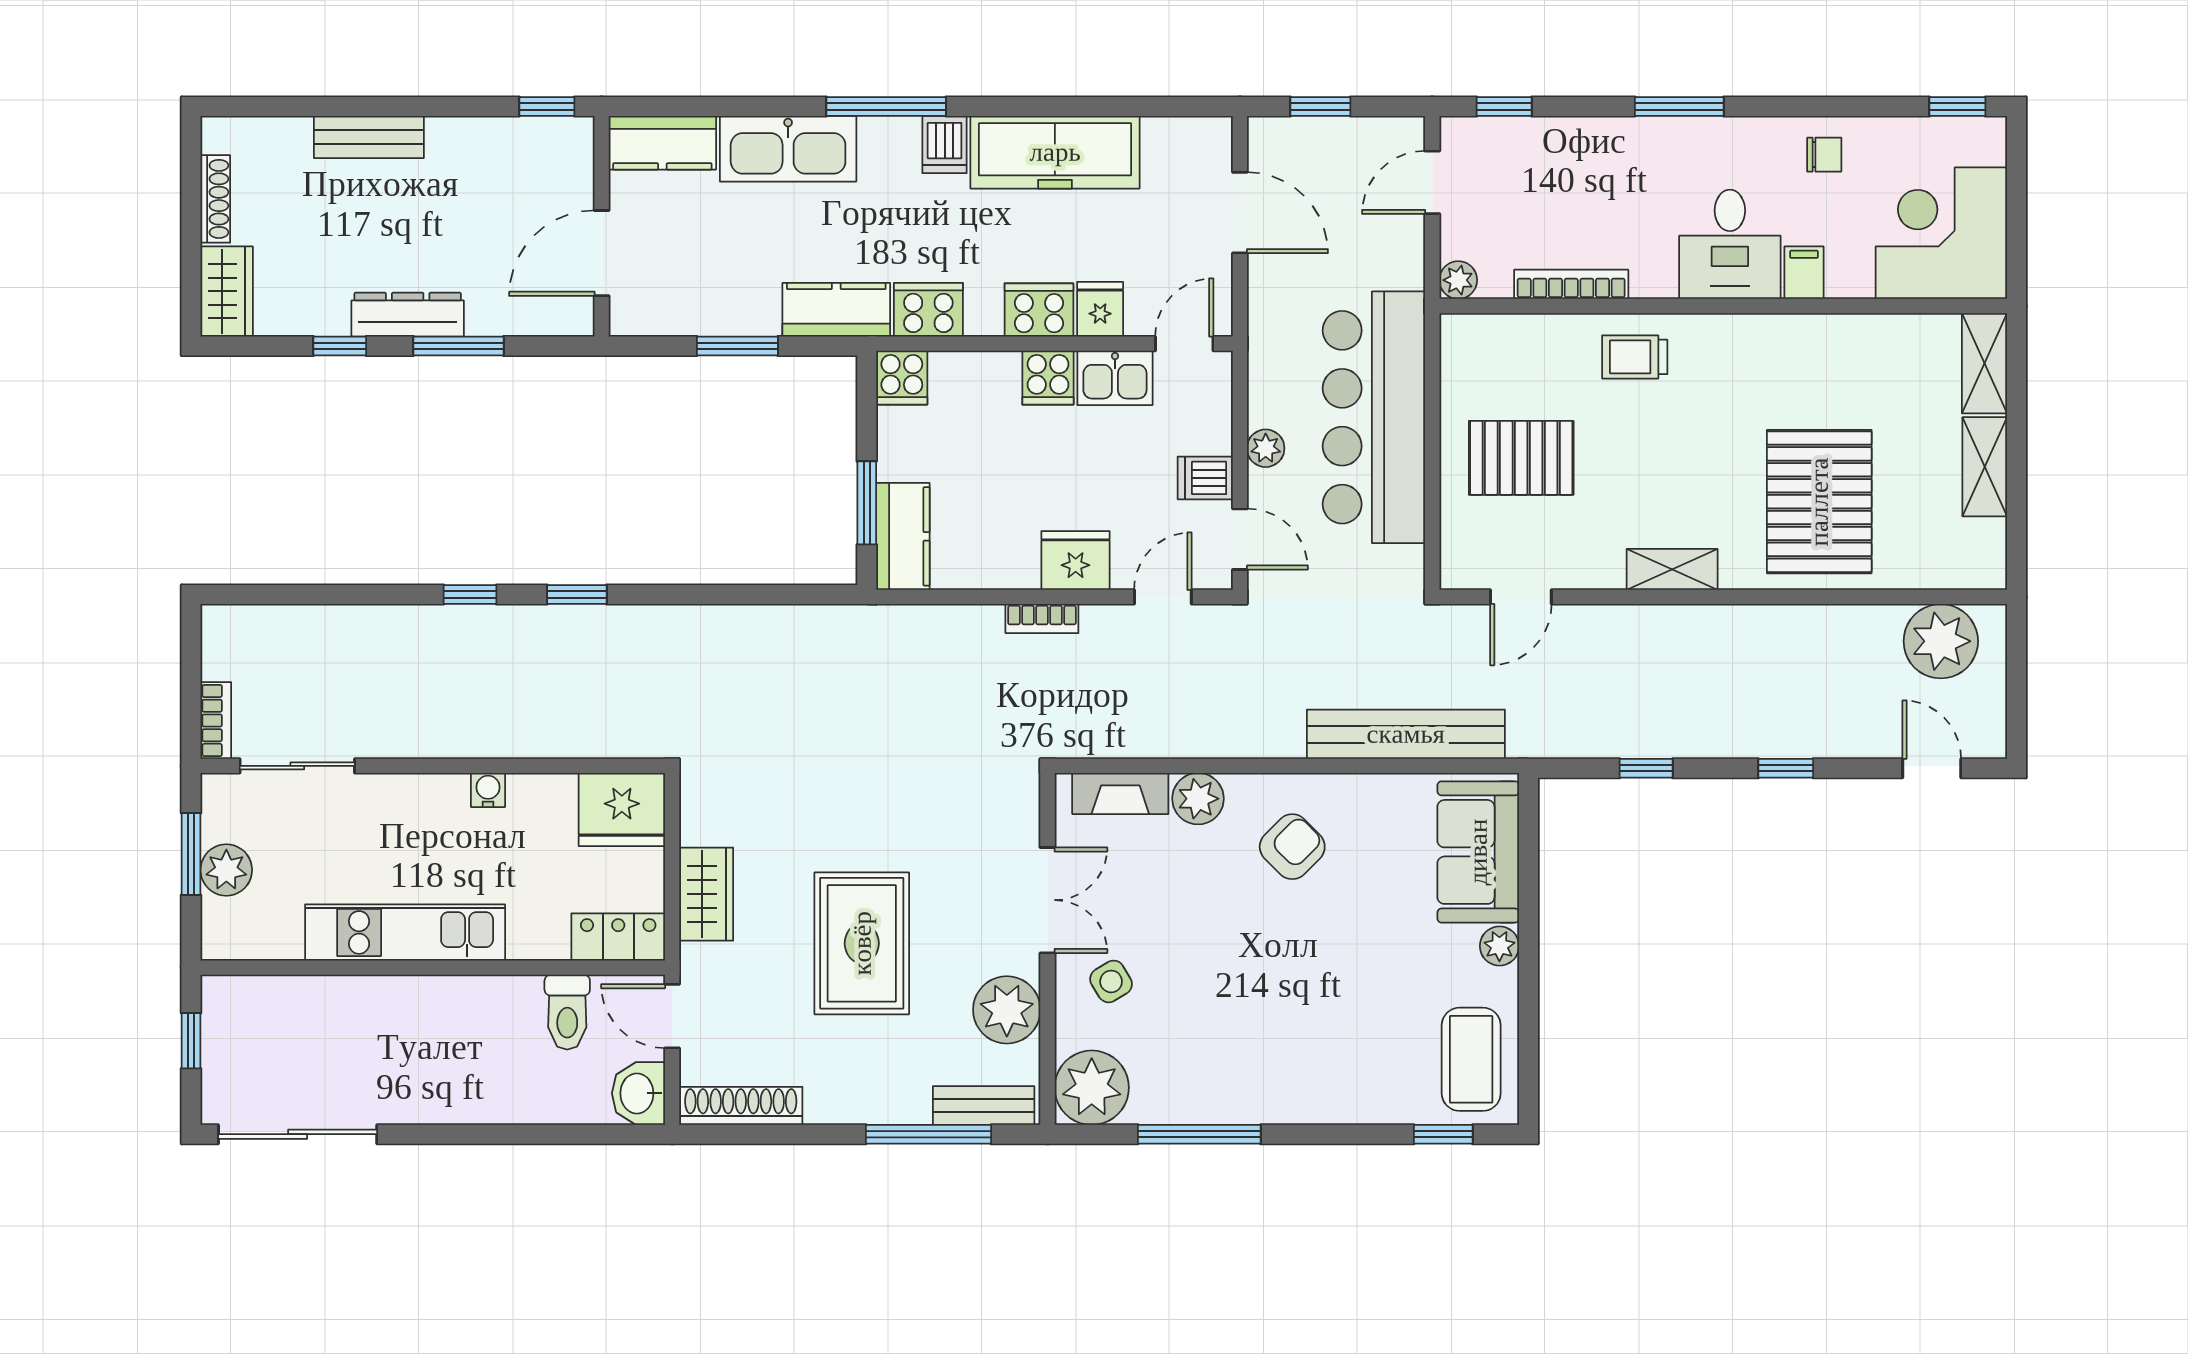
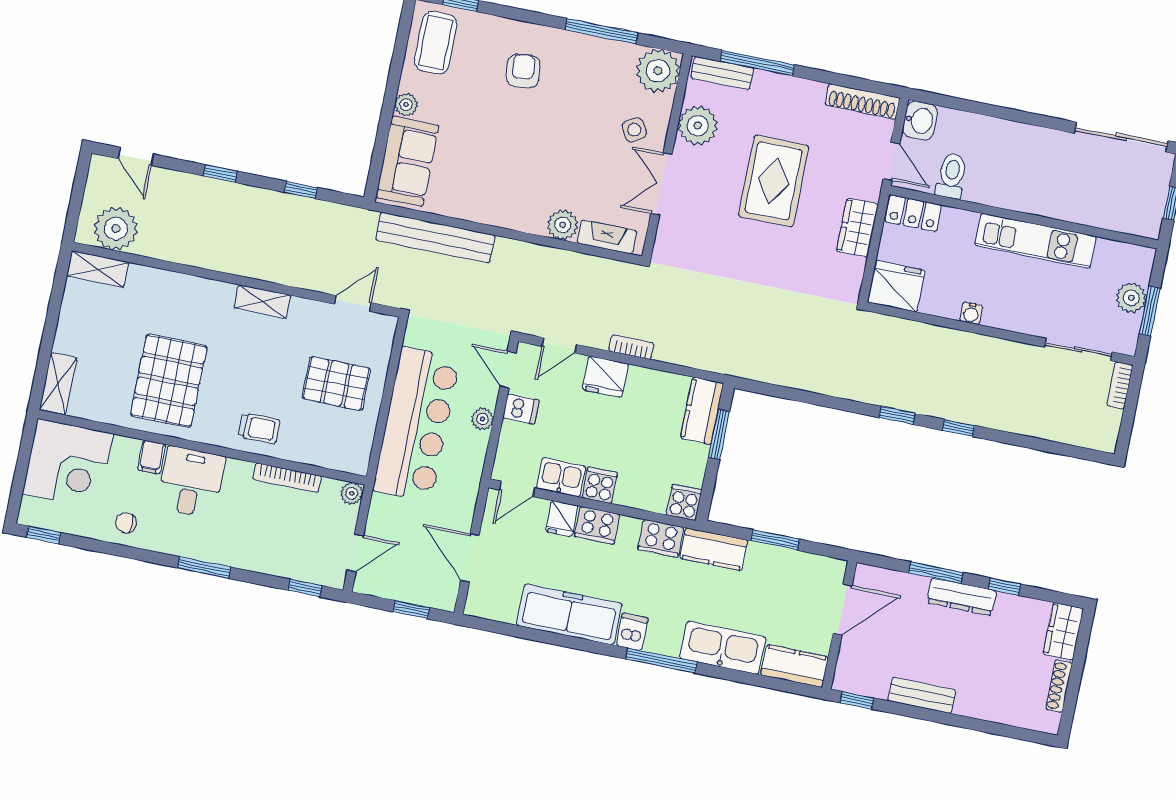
bench: (369, 137) -> (922, 695), moved
shelving: (1985, 467) -> (98, 269), moved, turned 90
pallet: (1819, 502) -> (169, 381), moved
armchair: (1292, 847) -> (523, 71), moved, turned 129

